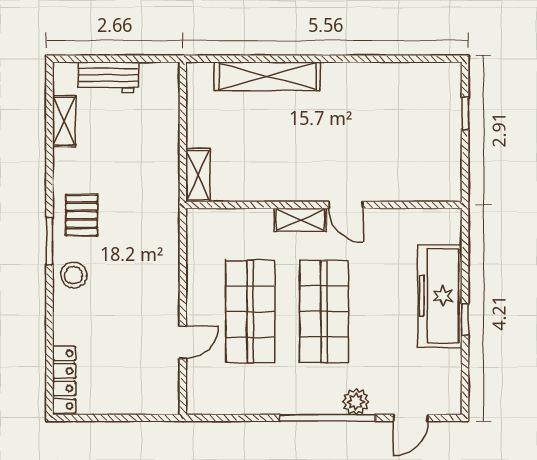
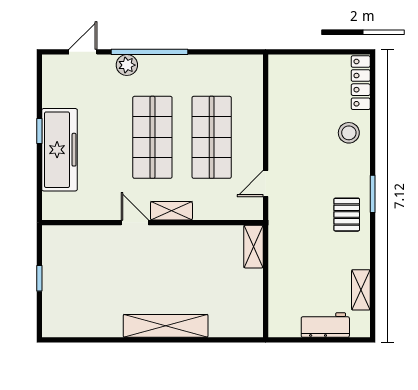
shelving: (267, 76) -> (166, 326), moved
window: (465, 113) -> (39, 278), moved
stool: (74, 275) -> (349, 133), moved
door: (183, 342) -> (266, 184), moved

